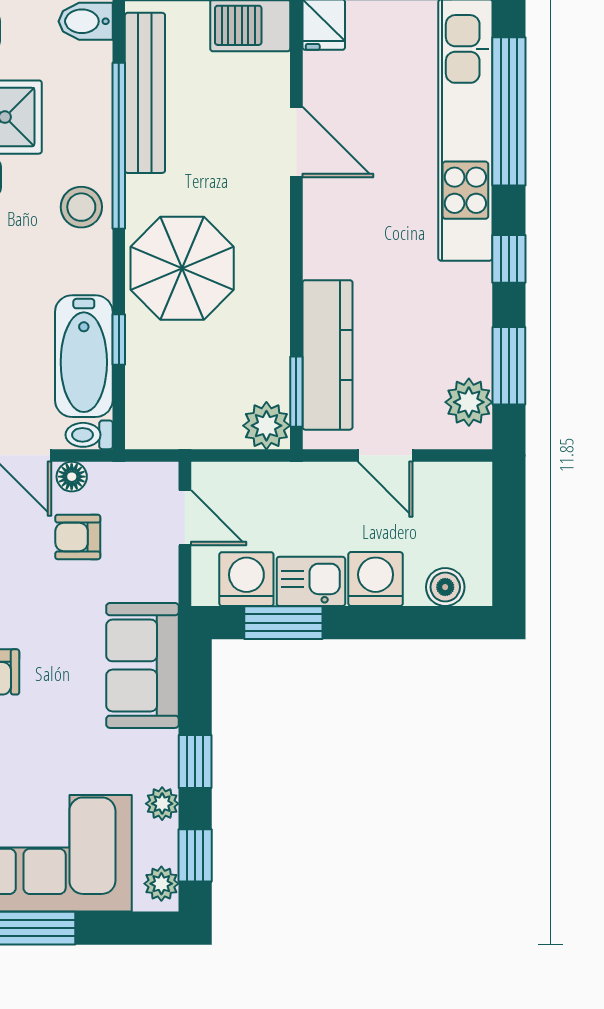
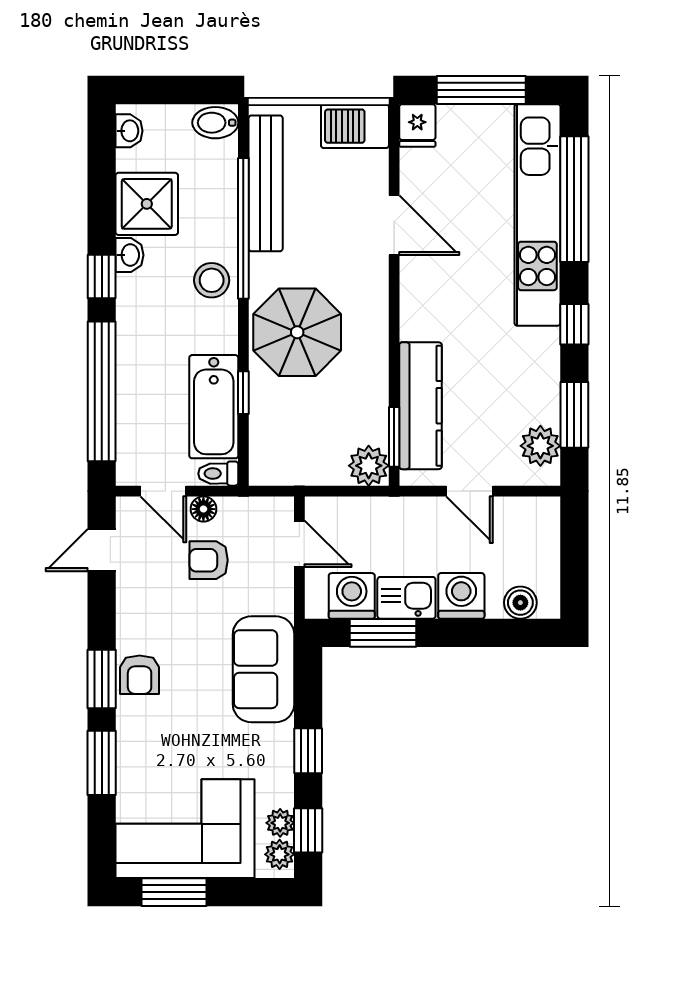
plant: (162, 804) -> (280, 823), moved

